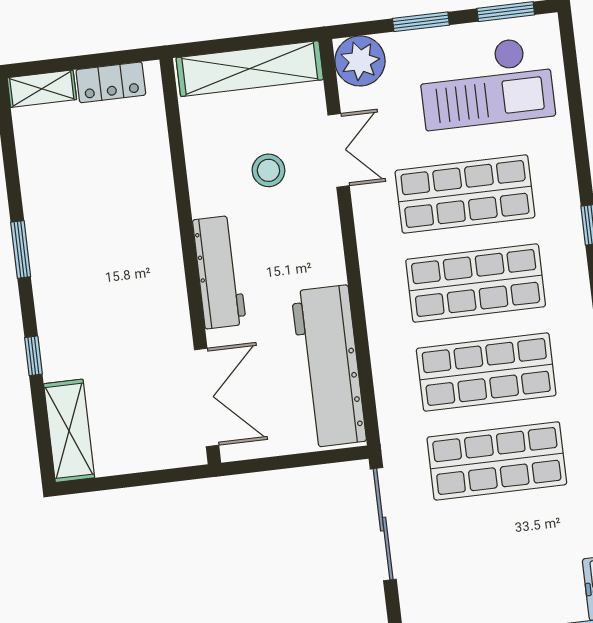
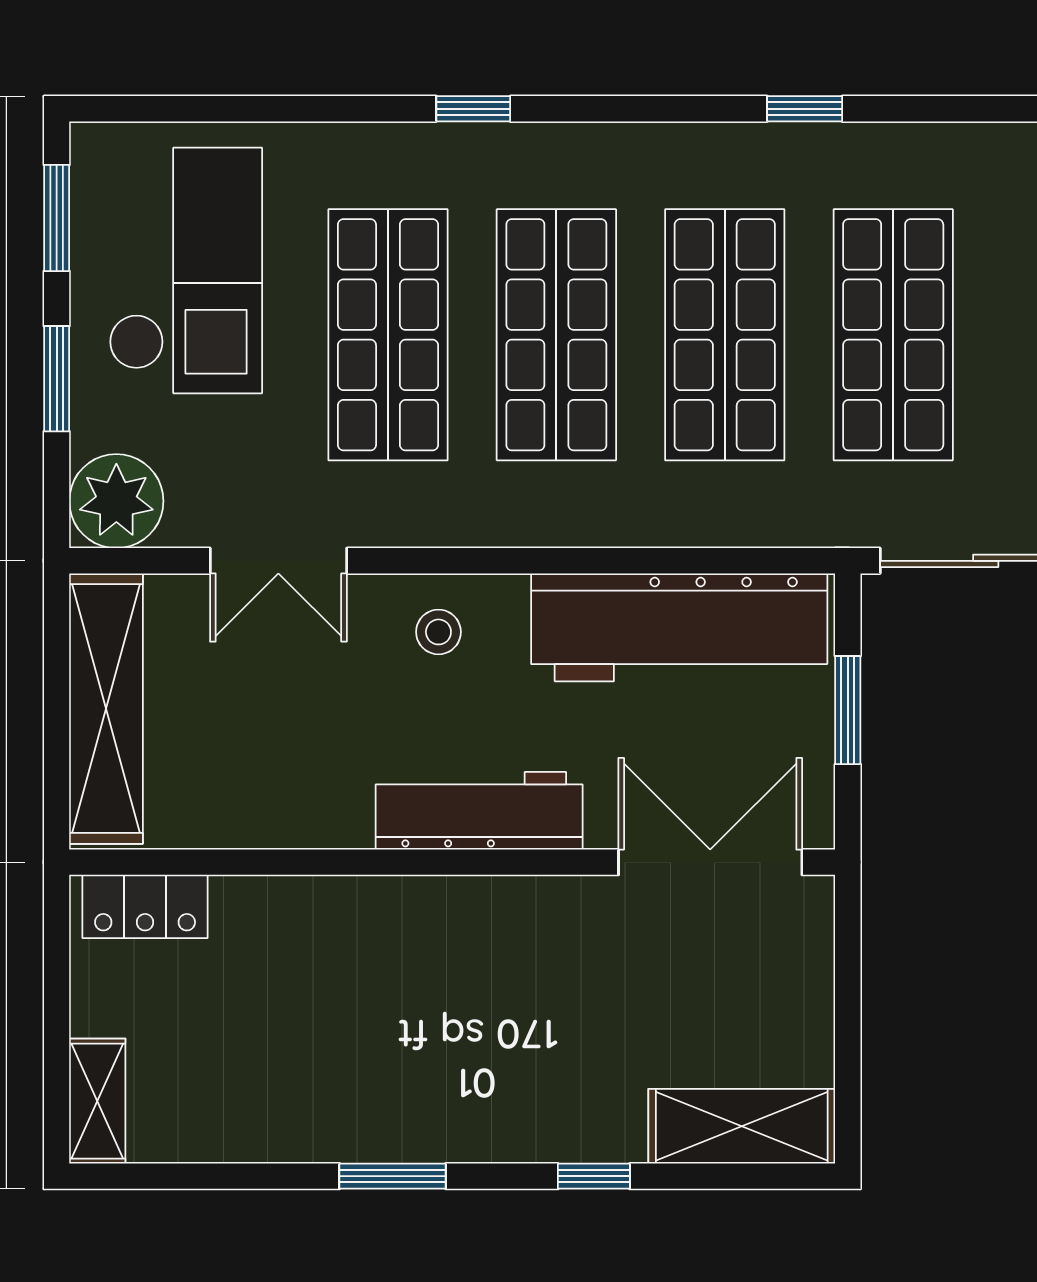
locker: (111, 82) -> (145, 906), moved, turned 90
double door: (339, 150) -> (278, 561), swing flipped
stool: (268, 170) -> (438, 632), moved, width x0.73, depth x0.73
window: (296, 461) -> (848, 710), added

